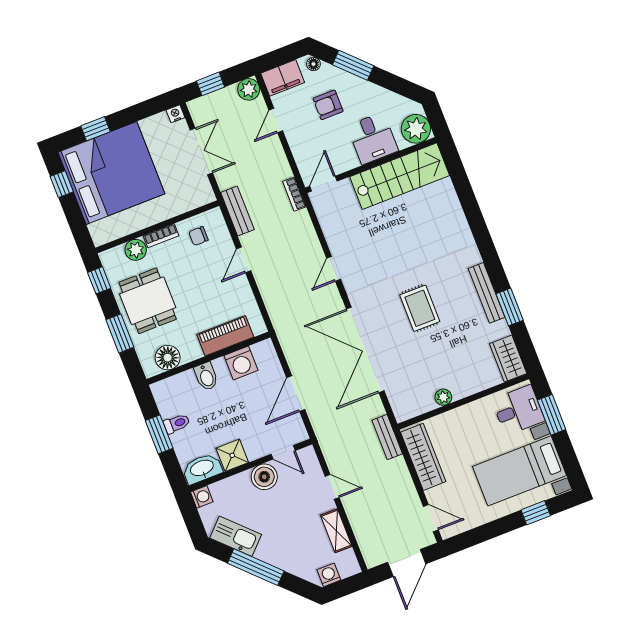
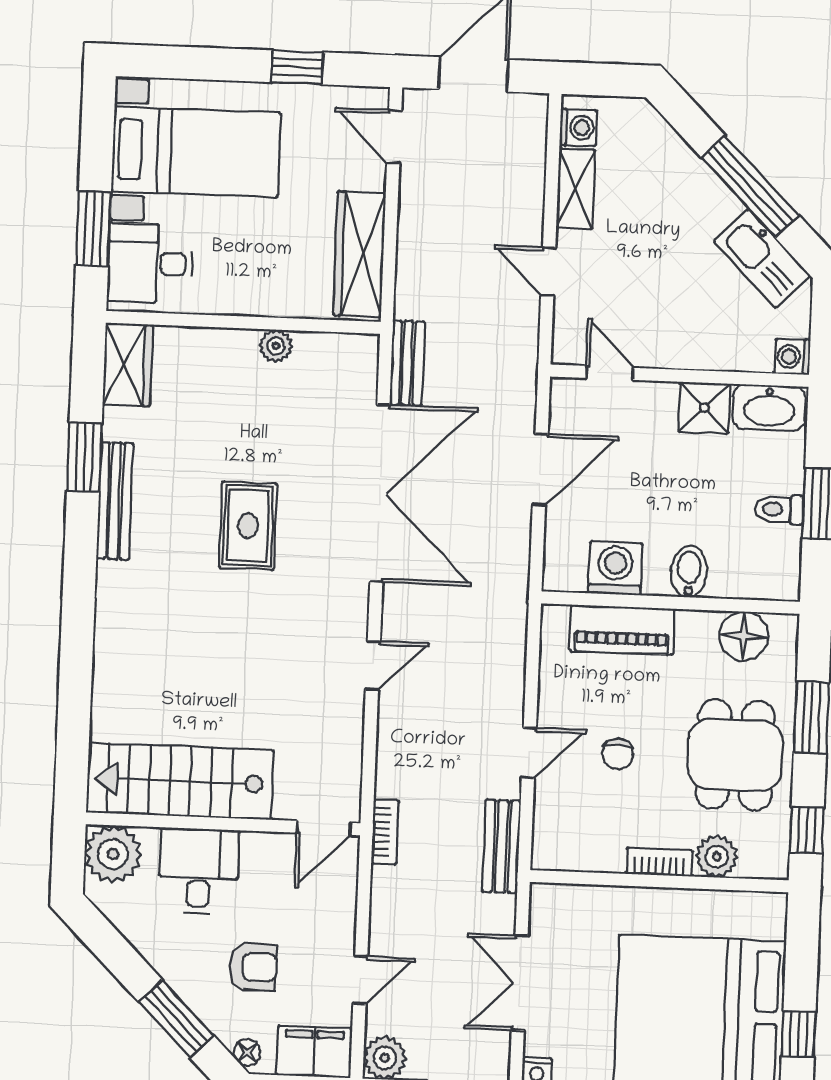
chair: (198, 236) -> (618, 754), moved, turned 90
bench: (387, 437) -> (407, 363), moved
boiler: (264, 477) -> (663, 344), removed
window: (536, 513) -> (297, 67), moved
washing machine: (329, 575) -> (578, 128), moved, turned -90

